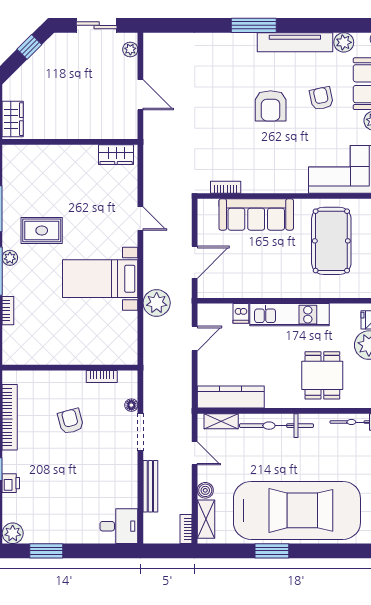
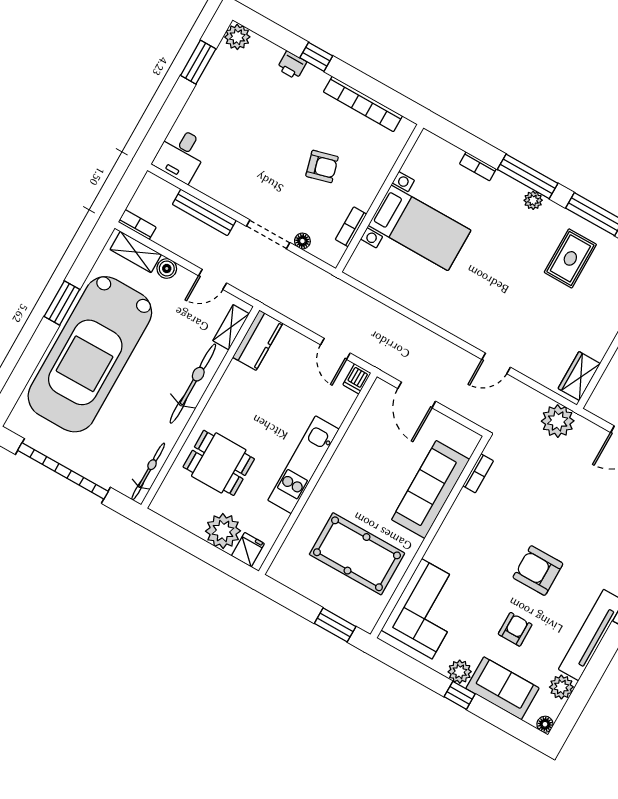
armchair: (321, 98) -> (515, 629), turned -78
rug: (42, 230) -> (570, 258), moved
bed with nightstands: (100, 279) -> (420, 228), moved, turned 90
plant: (157, 303) -> (558, 421), moved
dishwasher: (241, 313) -> (357, 379), moved, turned -90
kitchen counter: (231, 397) -> (258, 340), width x0.67

